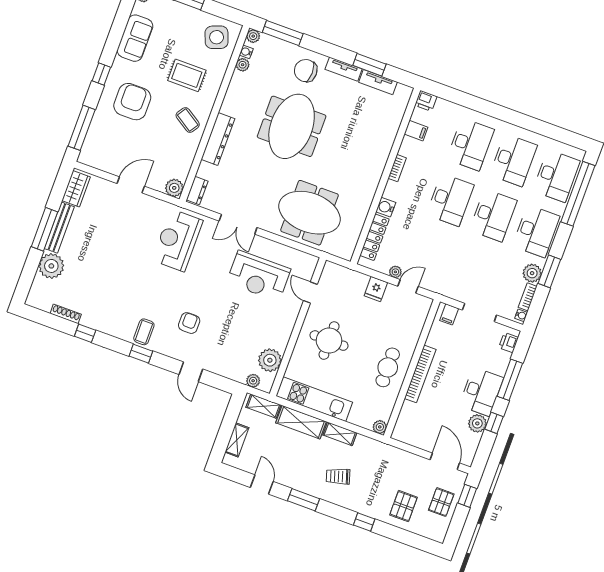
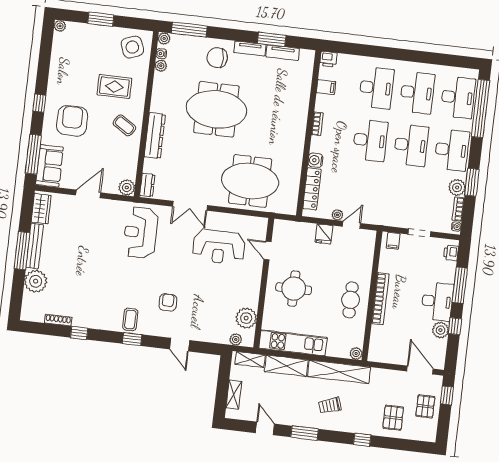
sofa: (135, 38) -> (49, 166), moved
meeting table: (292, 126) -> (216, 109), turned 90
doorway: (479, 312) -> (419, 233), width x0.73
shelving: (340, 434) -> (339, 372), width x2.20, depth x1.33

